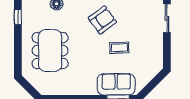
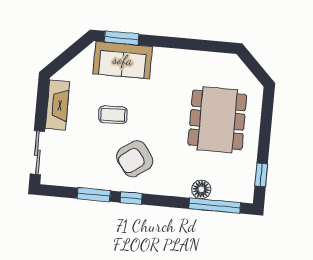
fireplace: (157, 51) -> (57, 105), added

